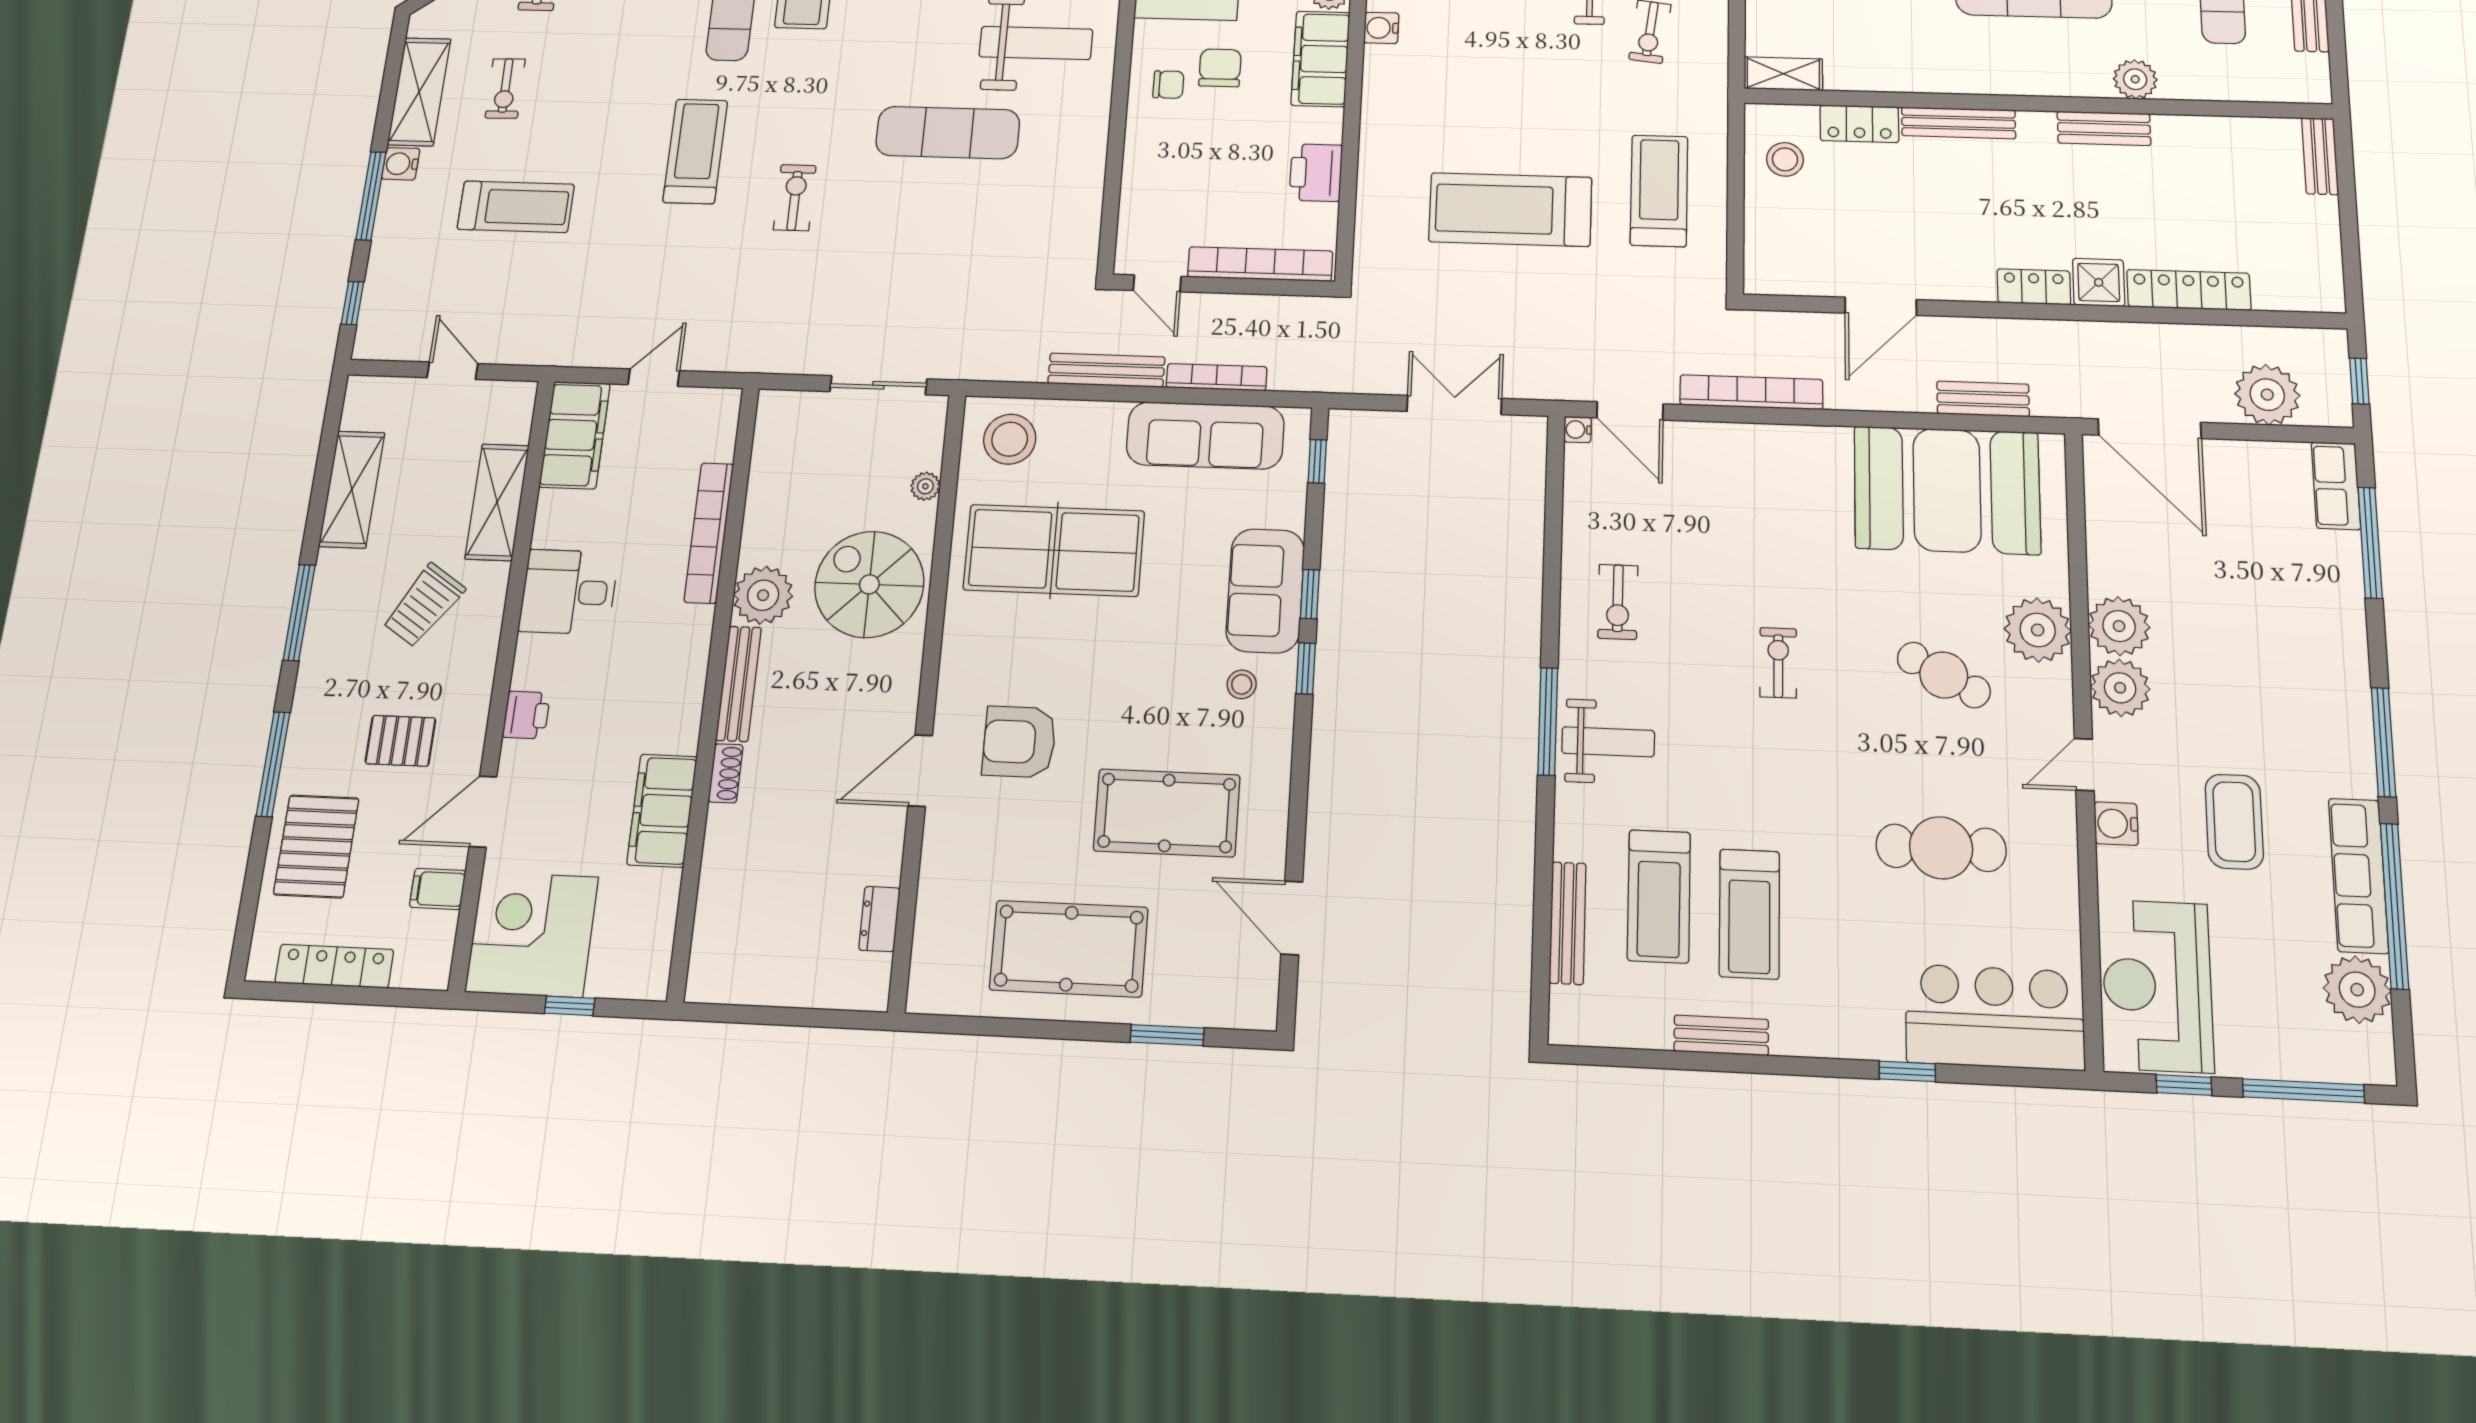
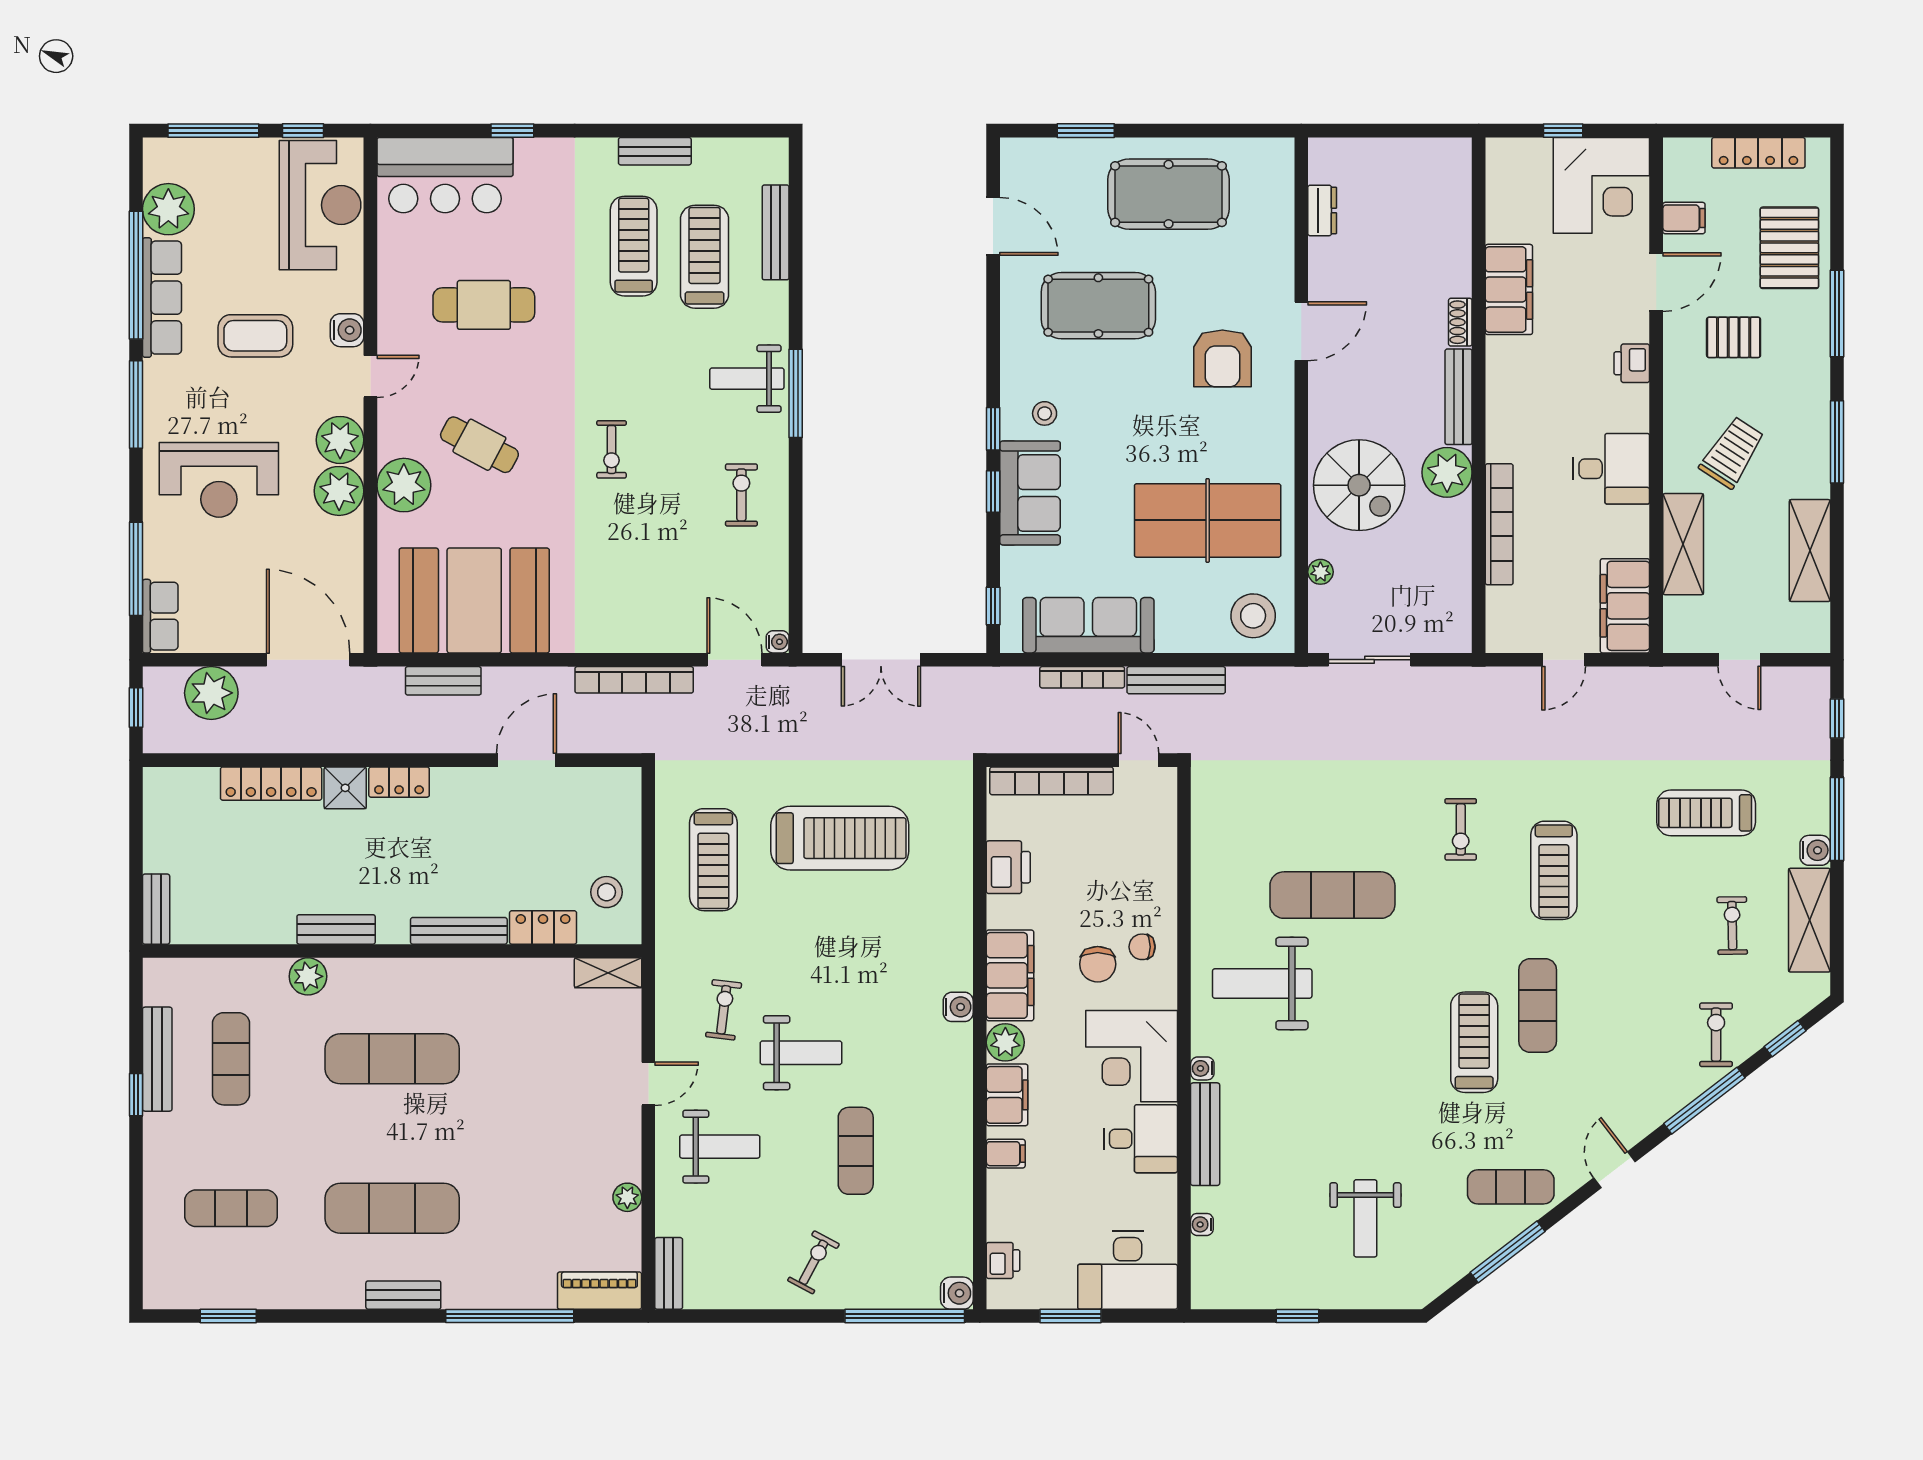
reception desk: (2272, 645) -> (219, 480), added
armchair: (1019, 742) -> (1222, 358), turned 90
coffee table: (2234, 822) -> (255, 336), turned 90

